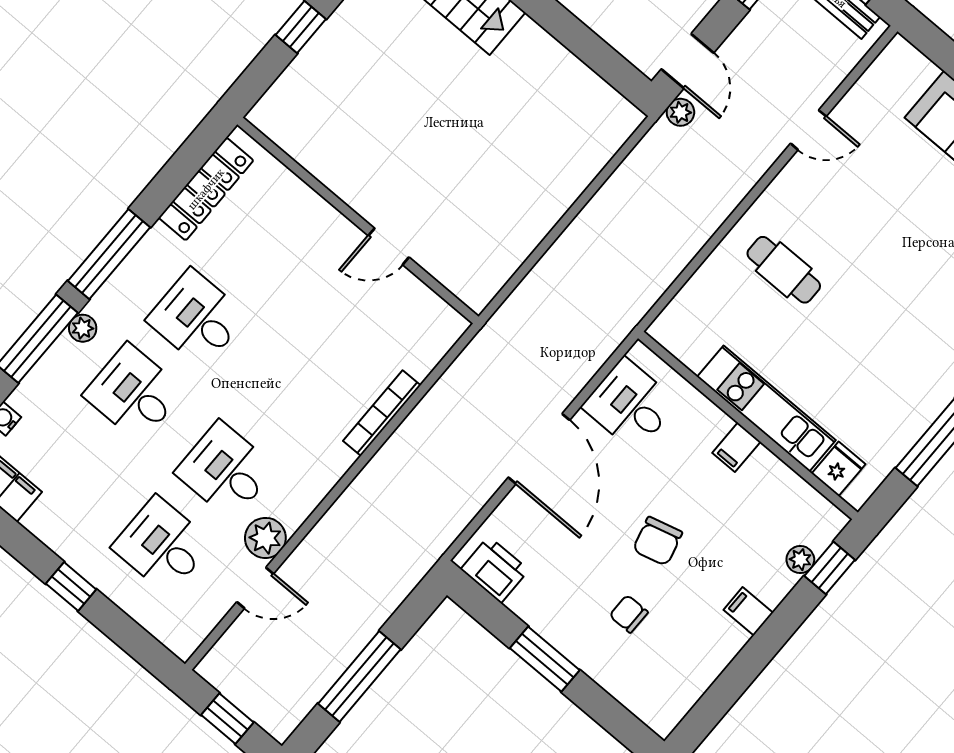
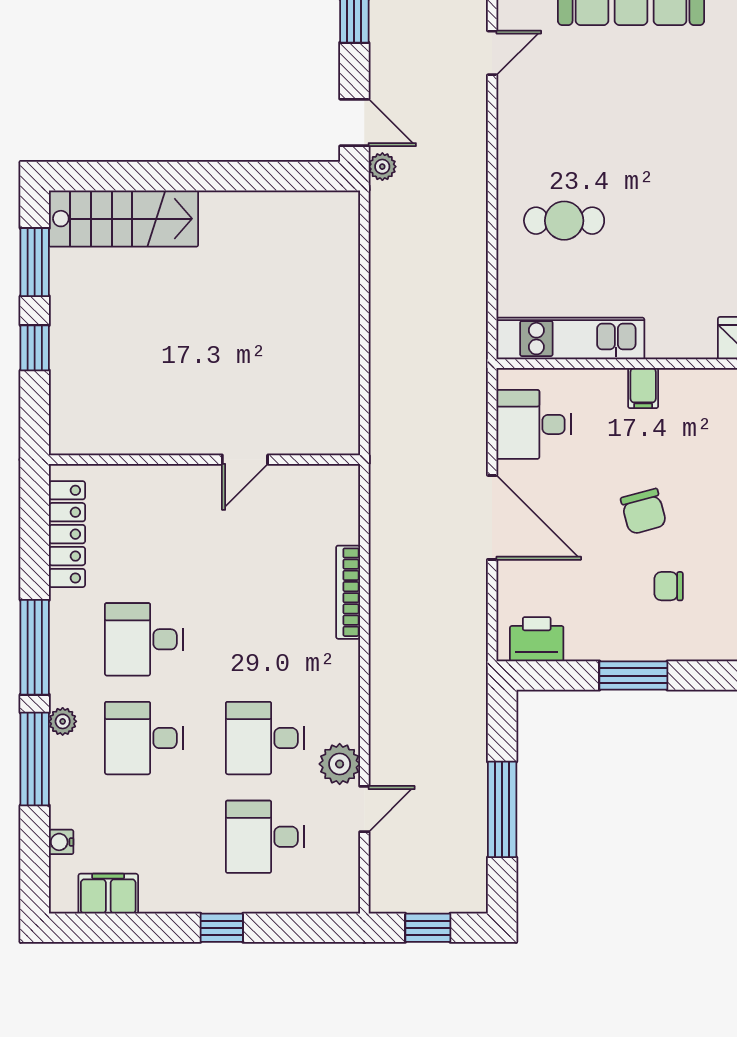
door: (808, 130) -> (492, 53), moved
kitchen unit: (766, 409) -> (570, 339), moved

